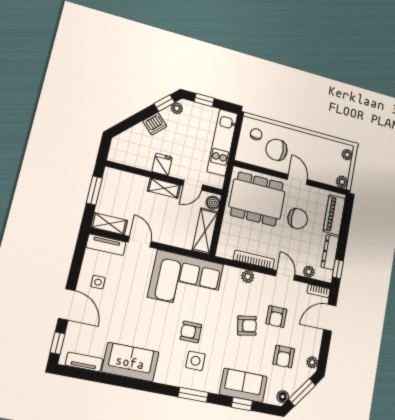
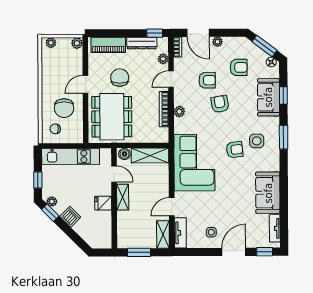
armchair: (191, 332) -> (235, 150), turned -97
plant: (312, 362) -> (217, 42), moved

